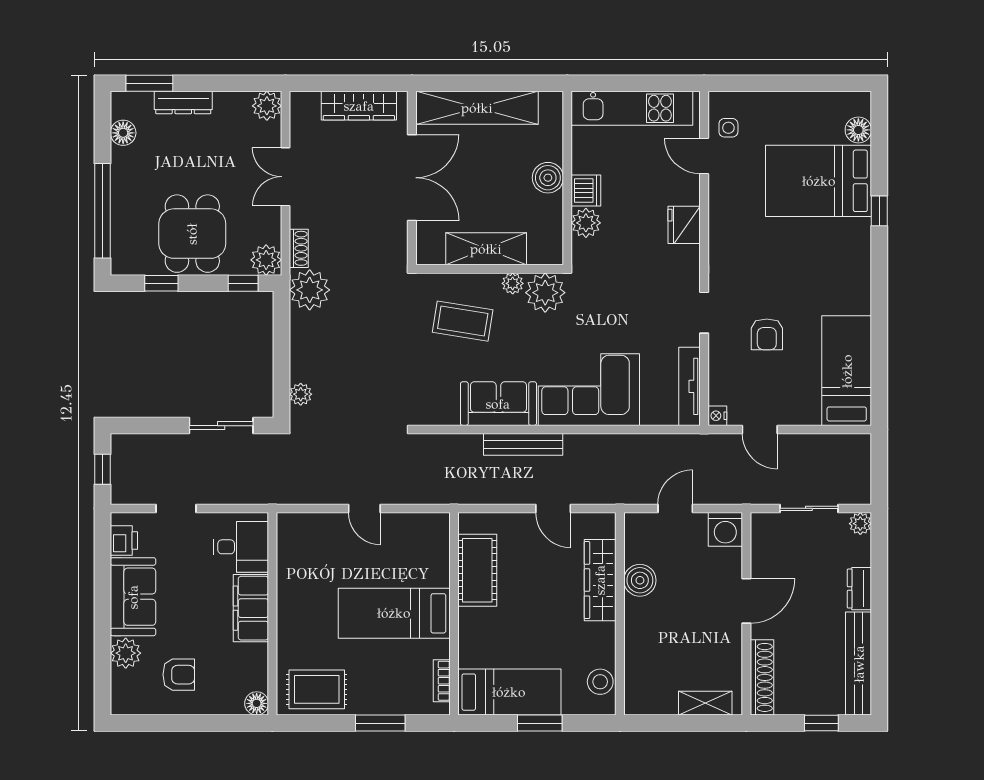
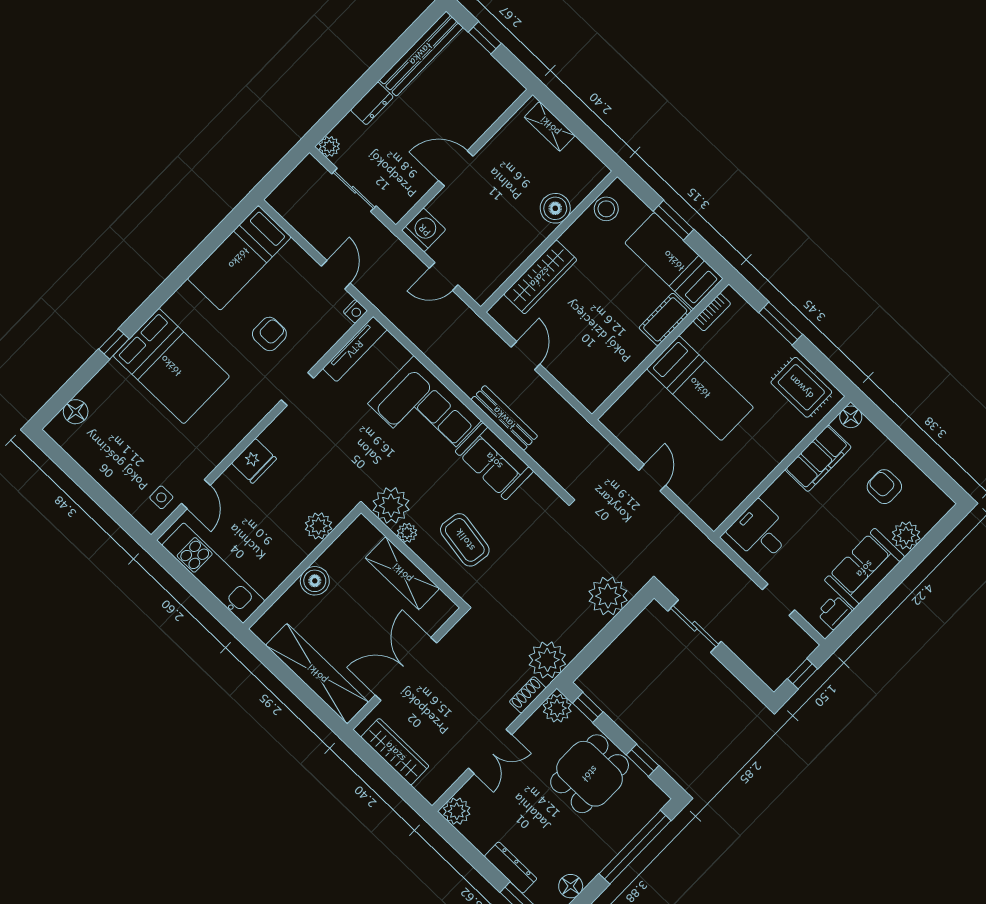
bed: (819, 181) -> (171, 366), moved
dishwasher: (586, 190) -> (298, 548), removed
plant: (301, 394) -> (608, 596), width x1.88, depth x1.88
cot: (477, 570) -> (665, 319), moved, width x0.73, depth x0.75
boiler: (640, 580) -> (555, 208), moved
filing cabinet: (251, 608) -> (818, 458), moved
shoe rack: (762, 677) -> (495, 107), removed

